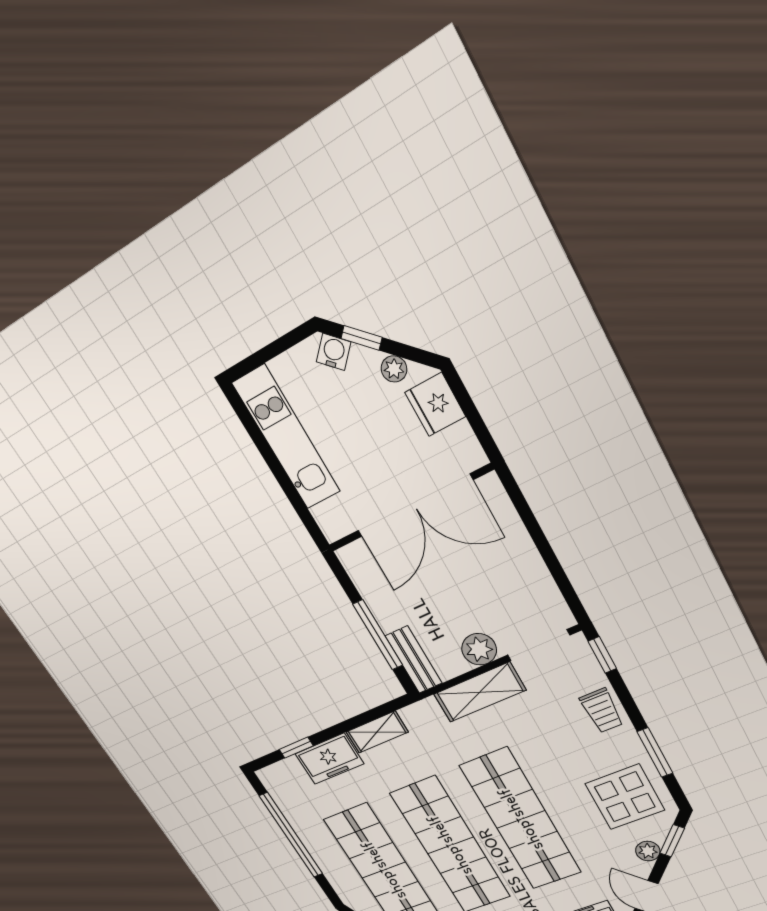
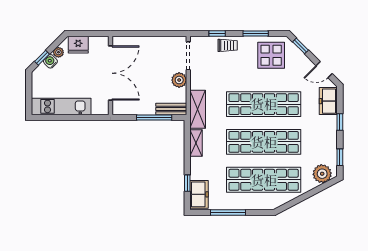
water cooler: (334, 352) -> (50, 61), moved
window: (602, 655) -> (217, 34), moved
shelving: (480, 692) -> (198, 109), moved
freezer: (329, 759) -> (199, 194), moved
window: (291, 835) -> (228, 213), width x0.68
plant: (648, 851) -> (301, 58), removed

